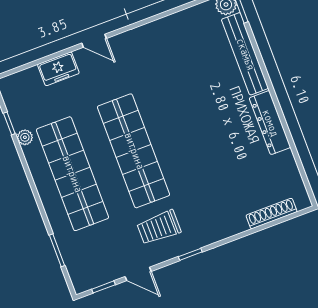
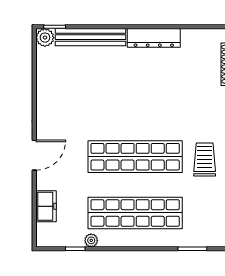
door: (94, 41) -> (34, 155), width x1.38
freezer: (58, 69) -> (46, 206), moved
trolley: (159, 227) -> (205, 159), turned 180

